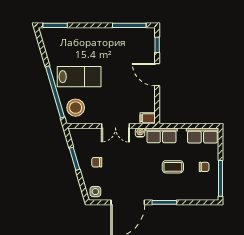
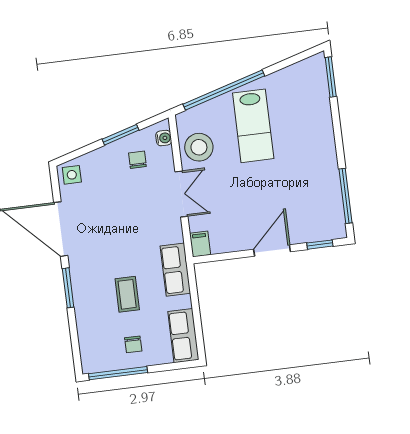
stool: (76, 108) -> (199, 147), moved
double door: (115, 126) -> (181, 194), swing flipped
water cooler: (140, 132) -> (164, 138), moved
chair: (97, 162) -> (137, 160), moved

